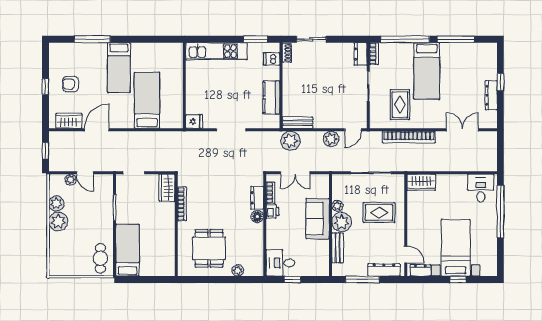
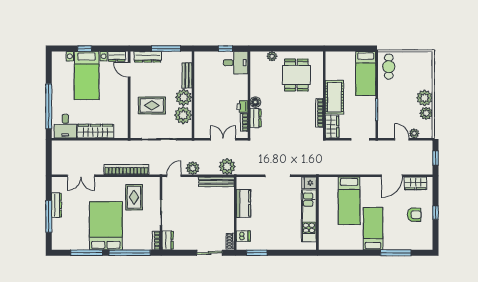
kitchen unit: (216, 51) -> (309, 216), moved, turned -90
bed: (427, 71) -> (106, 226), width x1.50
window: (500, 82) -> (49, 216), width x2.17
bench: (298, 123) -> (216, 182), width x1.36
wardrobe: (421, 182) -> (95, 131), moved, width x1.50
plant: (337, 206) -> (183, 115), width x1.88, depth x1.88
sofa: (318, 219) -> (204, 100), removed
cot: (164, 222) -> (334, 97), added

